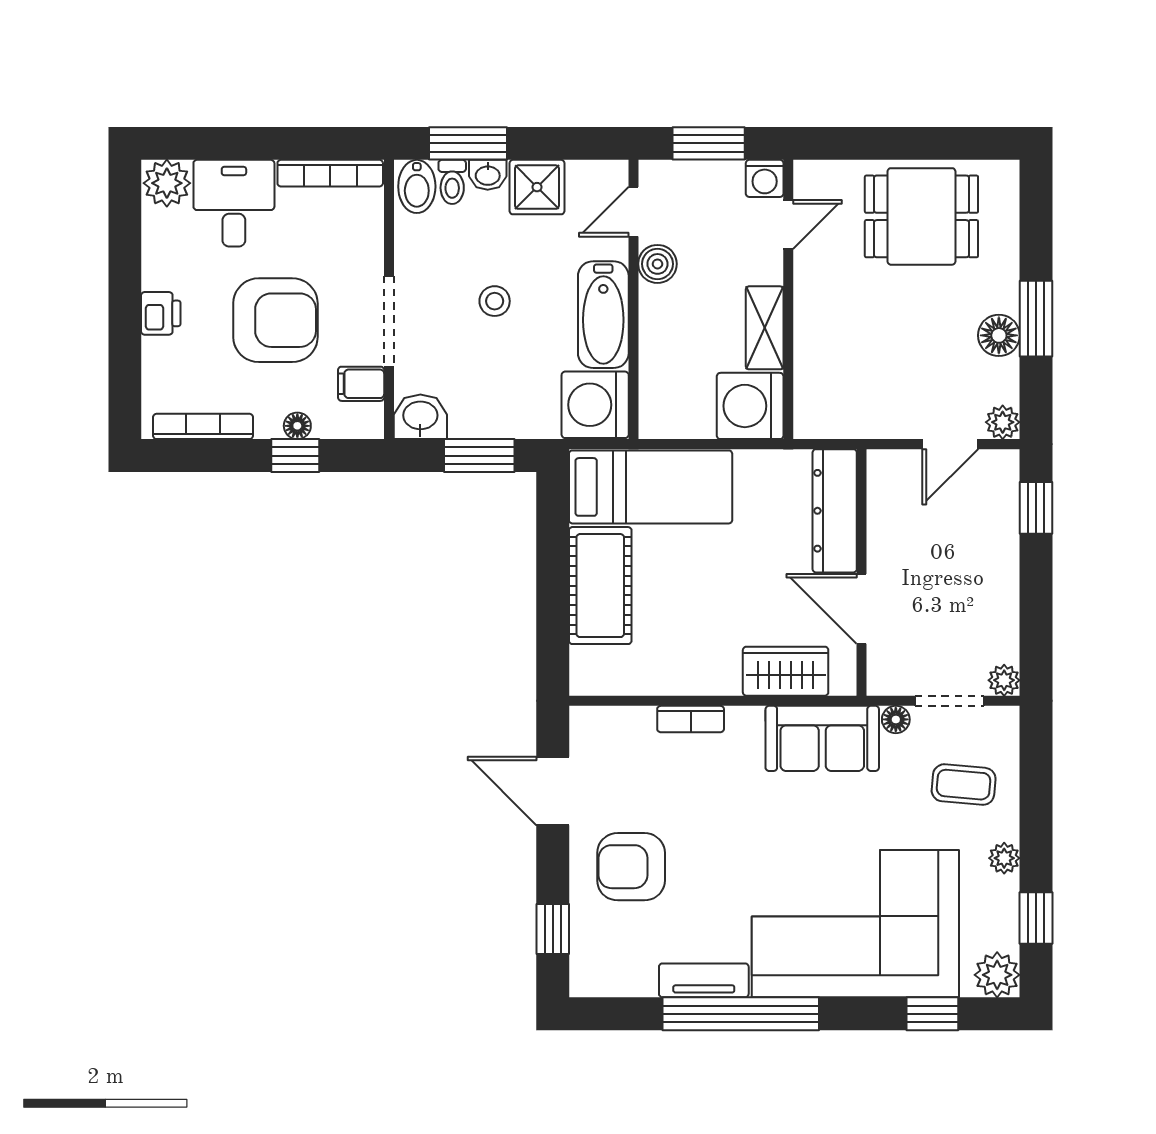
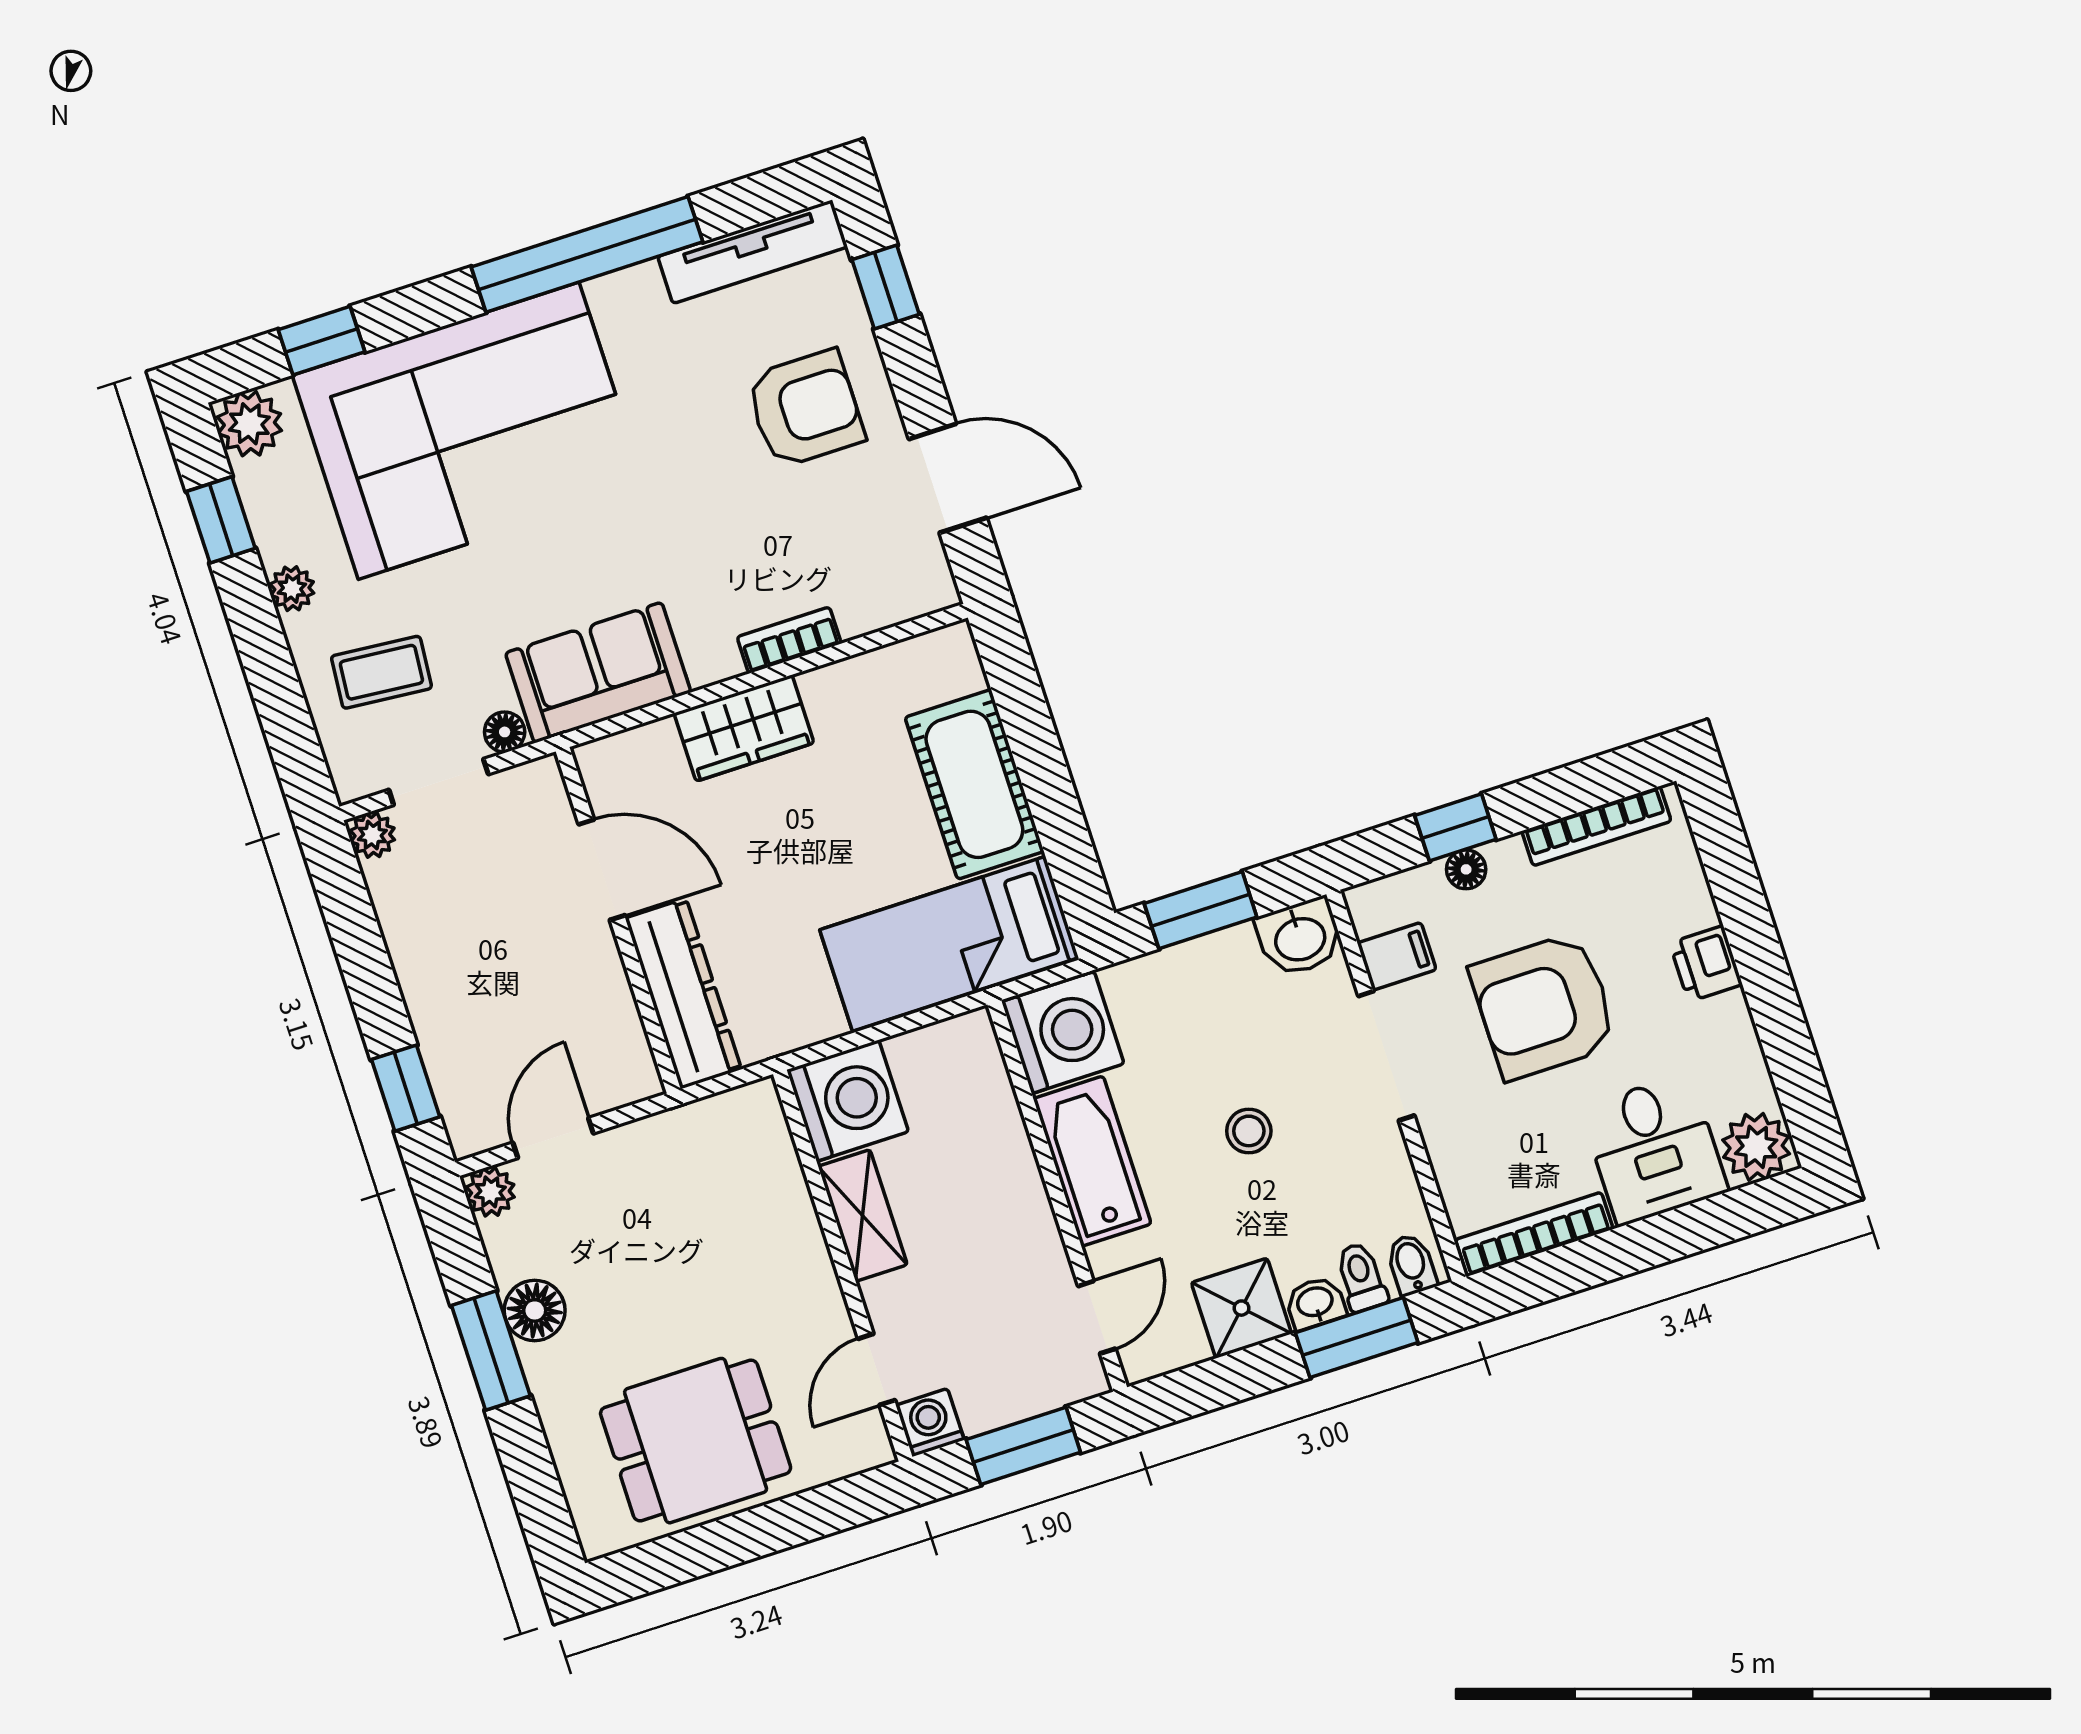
bidet: (417, 186) -> (1411, 1265), width x0.72, depth x0.74
boiler: (657, 264) -> (1040, 1256), removed
wardrobe: (786, 671) -> (744, 728), moved
tv unit: (704, 980) -> (753, 252), moved, width x1.41

